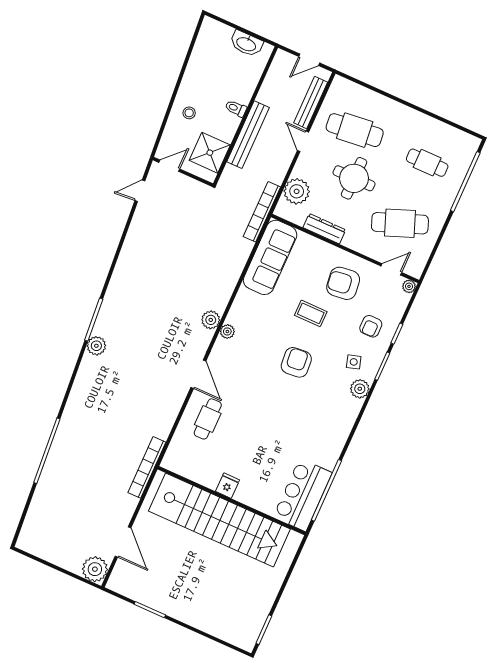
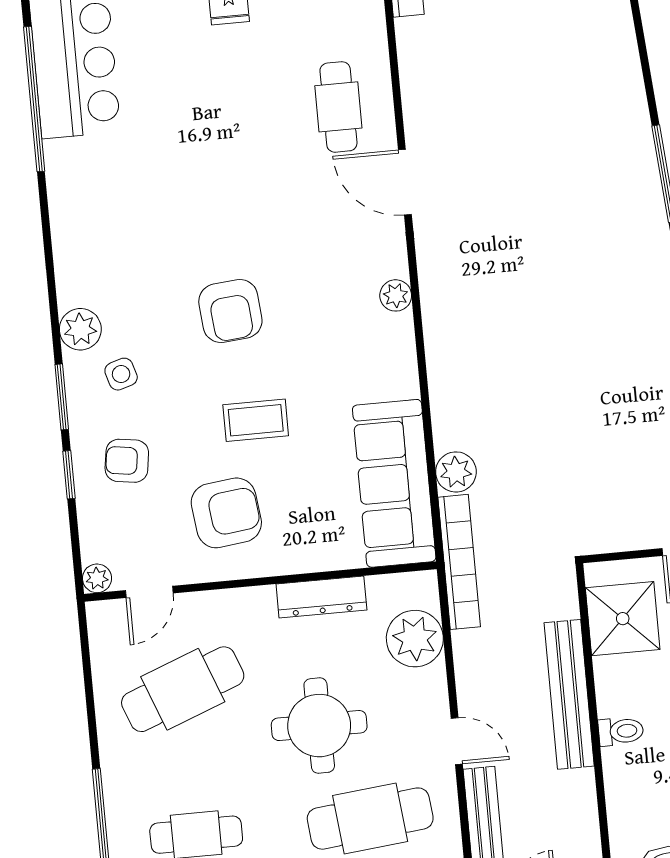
plant: (211, 320) -> (456, 472), moved
armchair: (371, 326) -> (127, 461), turned -82
plant: (96, 346) -> (631, 126), removed

